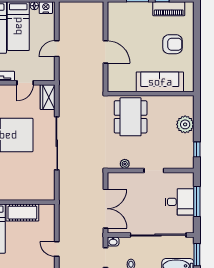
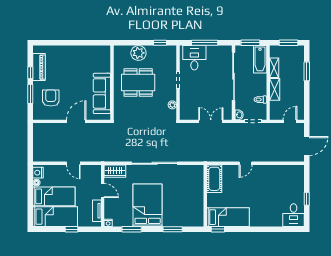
armchair: (173, 44) -> (51, 98), moved
sofa: (160, 82) -> (102, 93), moved
dining table: (131, 117) -> (138, 82), moved
desk: (180, 202) -> (194, 58), moved
double door: (106, 209) -> (211, 121), width x0.73
cot: (22, 213) -> (214, 179), moved

